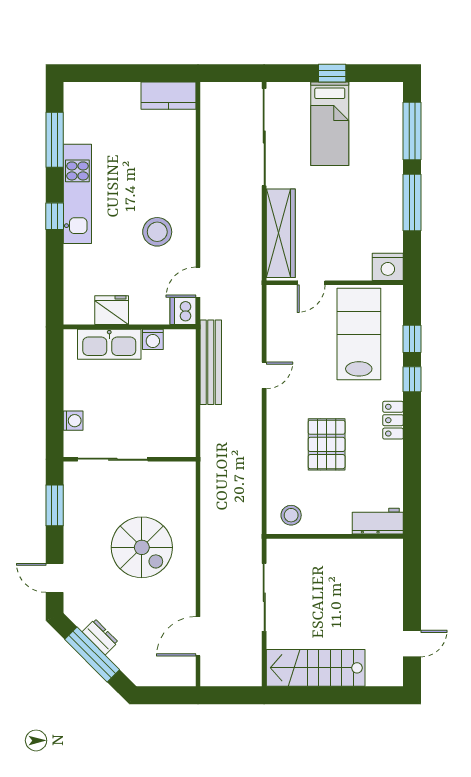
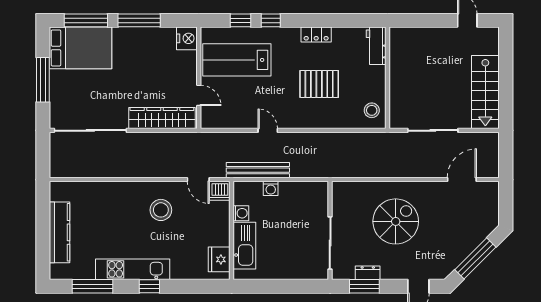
window: (332, 73) -> (43, 80), width x2.17
kitchen counter: (168, 96) -> (60, 232), moved, width x1.50
bed: (330, 124) -> (81, 48), moved, width x1.50
fridge: (112, 310) -> (219, 259), moved
locker: (393, 420) -> (316, 34), moved
washing machine: (73, 421) -> (271, 188), moved, turned 180
door: (198, 636) -> (462, 180), swing flipped
dresser: (100, 637) -> (368, 273), moved, turned 45

